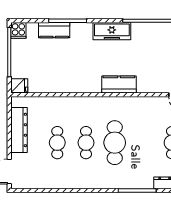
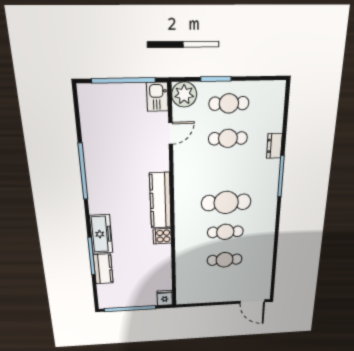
cooker: (18, 30) -> (162, 236), moved, turned 180
freezer: (112, 31) -> (101, 234), moved
kitchen counter: (119, 85) -> (160, 201), width x1.50
dresser: (19, 130) -> (211, 295), removed

